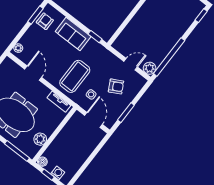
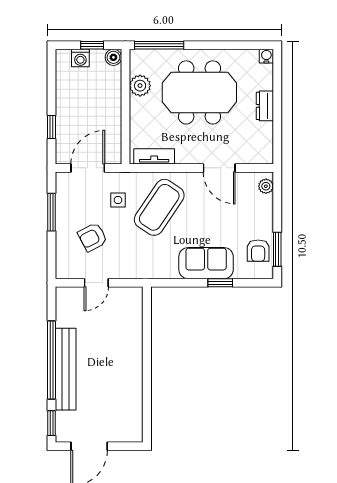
bench: (175, 35) -> (66, 369), added
window: (95, 37) -> (220, 283), moved
window: (169, 57) -> (52, 360), moved
plant: (150, 68) -> (66, 297), removed
coffee table: (75, 76) -> (159, 207), turned 34
door: (94, 120) -> (88, 168), swing flipped
window: (96, 152) -> (52, 127), added

